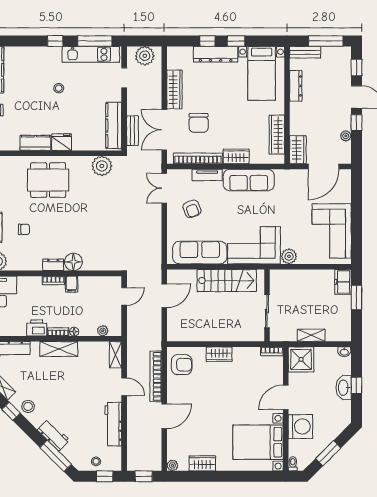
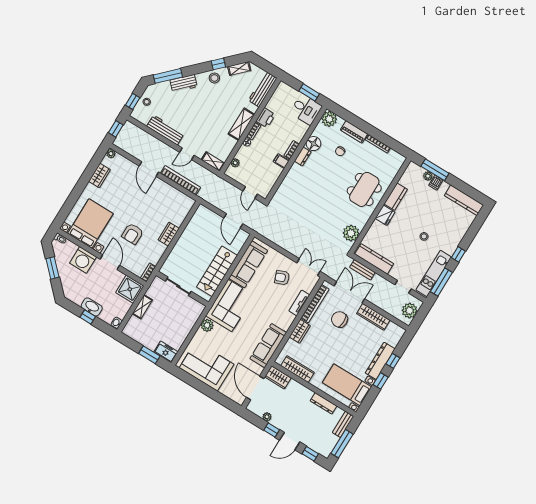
sofa: (249, 180) -> (268, 346), moved
floor lamp: (73, 262) -> (313, 144), moved
armchair: (182, 365) -> (132, 234), moved

